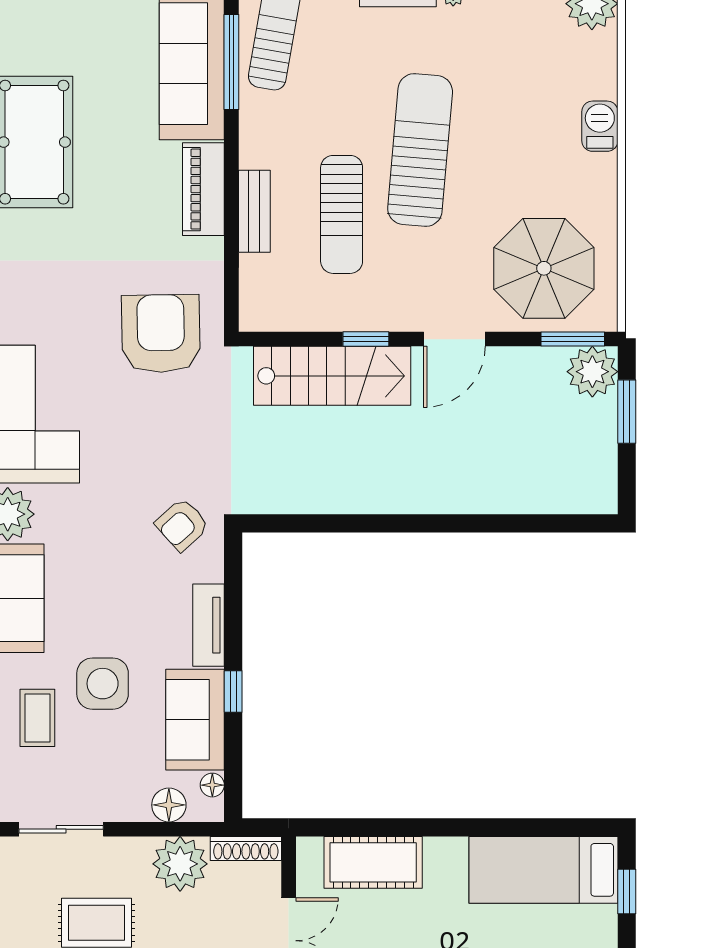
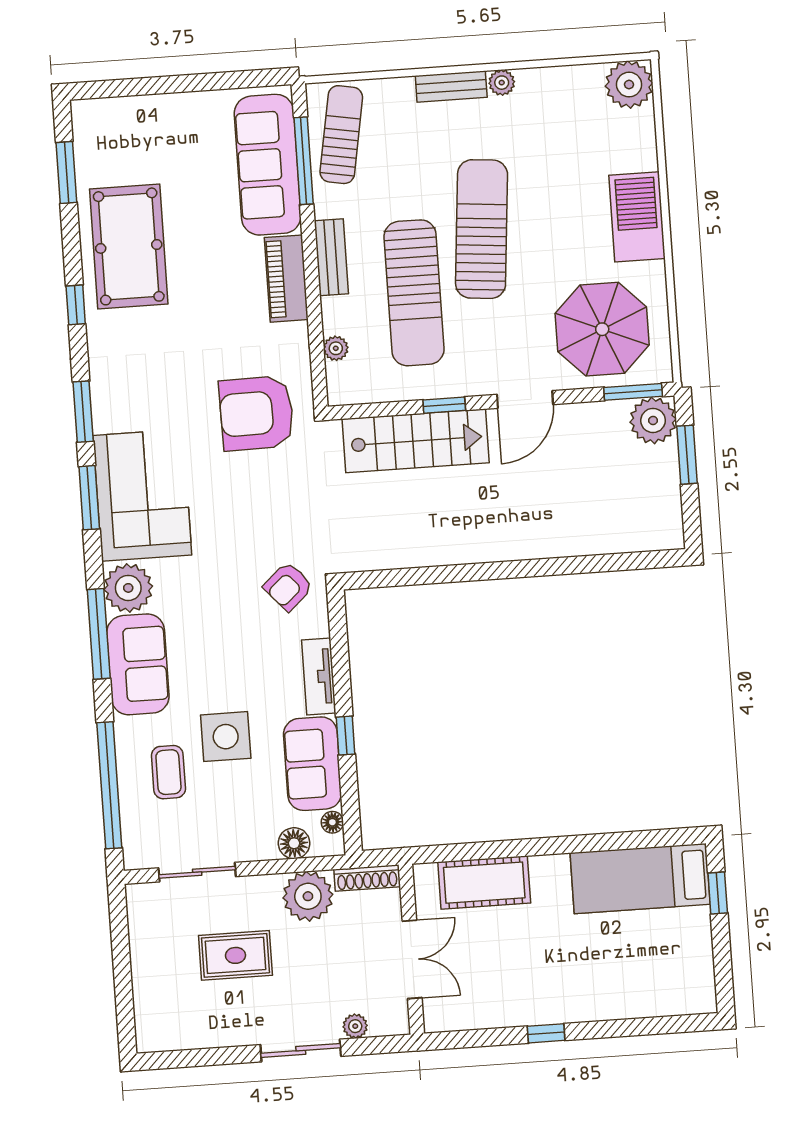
barbecue: (600, 126) -> (637, 217), width x1.88, depth x1.53
bench: (254, 211) -> (331, 257), moved
sun lounger: (342, 214) -> (414, 293), width x1.36, depth x1.34
plant: (252, 269) -> (336, 348), added
armchair: (161, 334) -> (256, 413), turned -90

